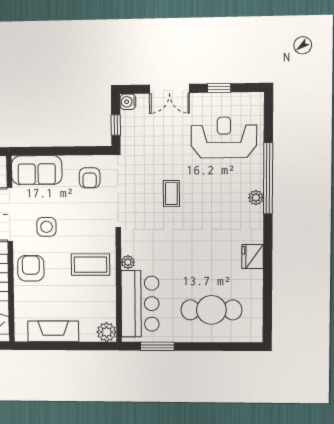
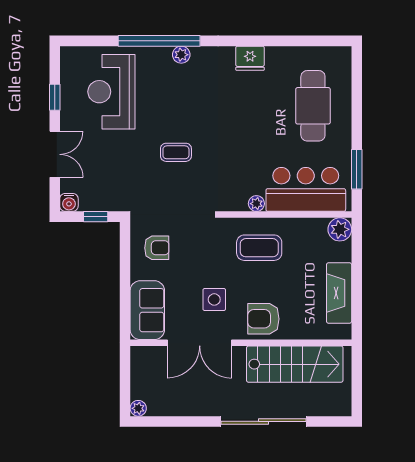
coffee table: (90, 265) -> (259, 248), turned 90

